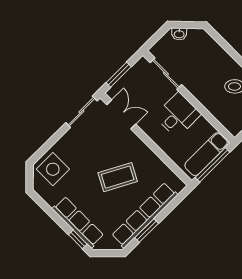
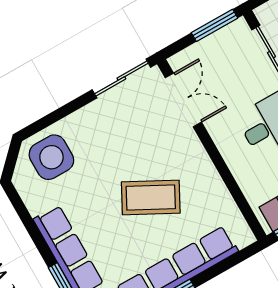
window: (119, 75) -> (215, 25), moved

